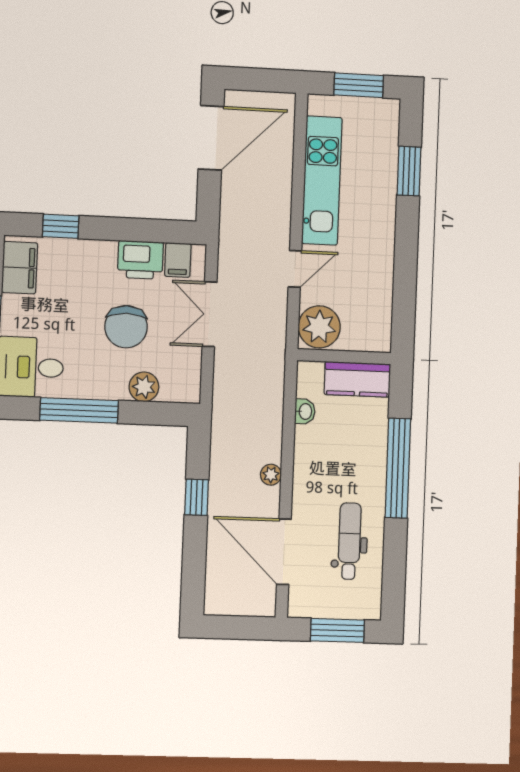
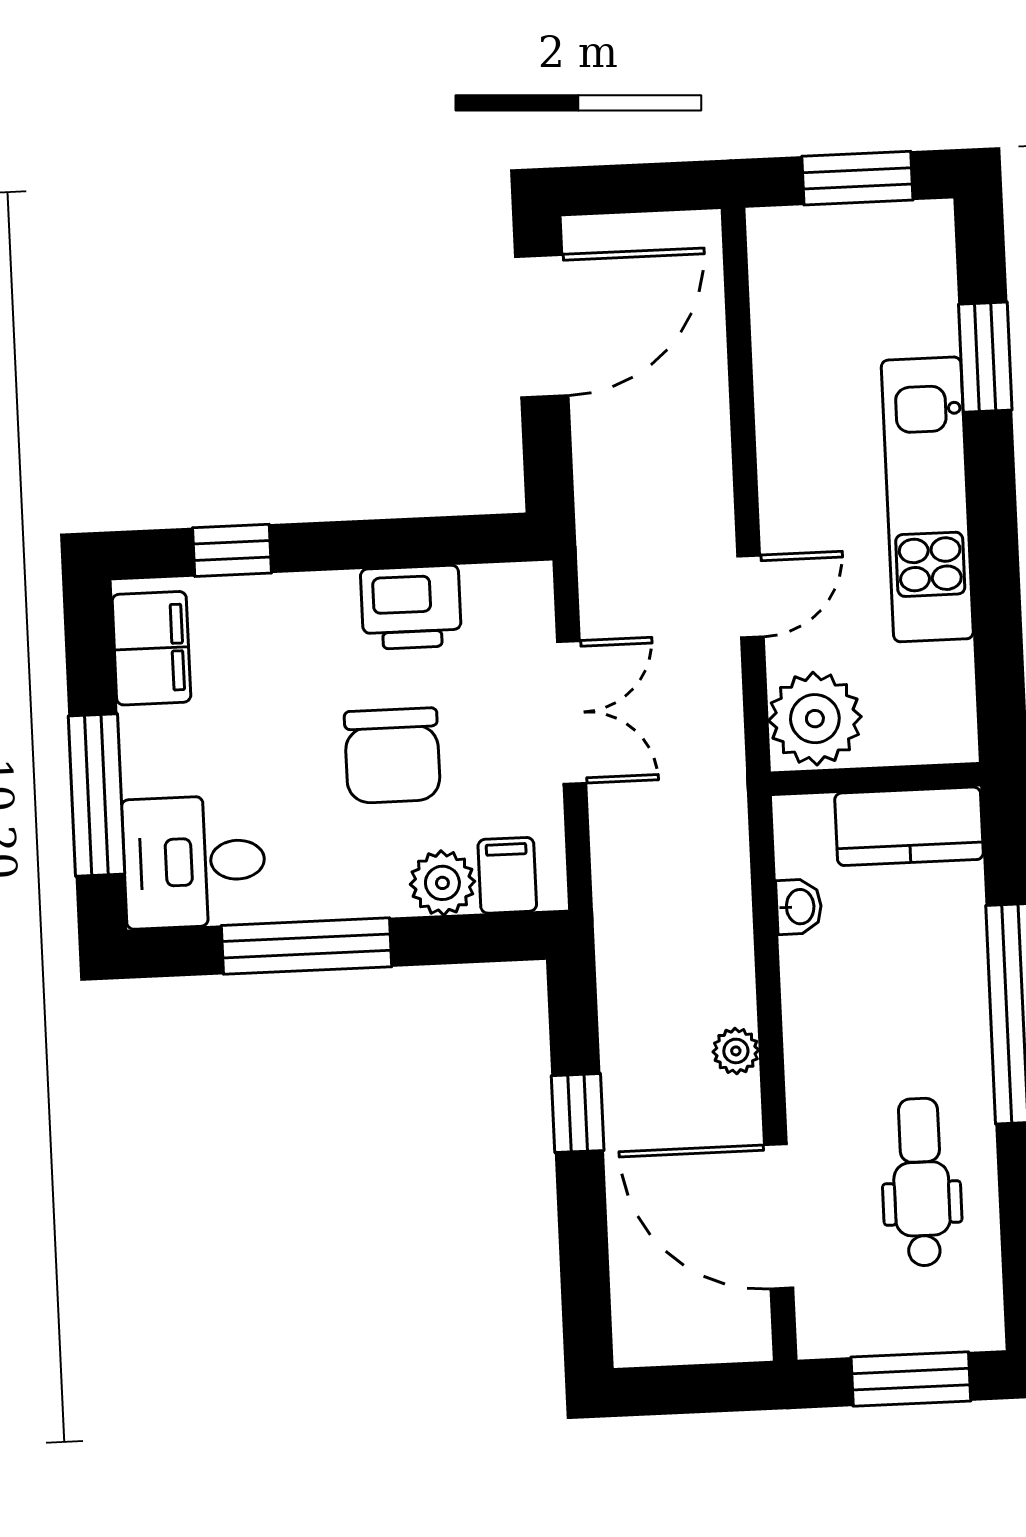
kitchen unit: (322, 180) -> (927, 499), moved, turned 180
filing cabinet: (178, 260) -> (507, 875), moved, turned 180
double door: (209, 314) -> (572, 712), swing flipped

